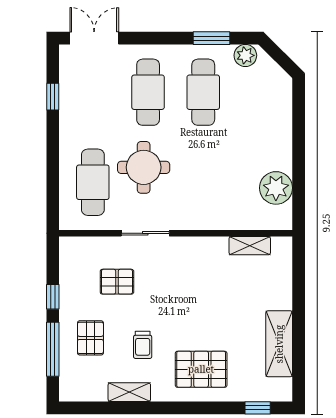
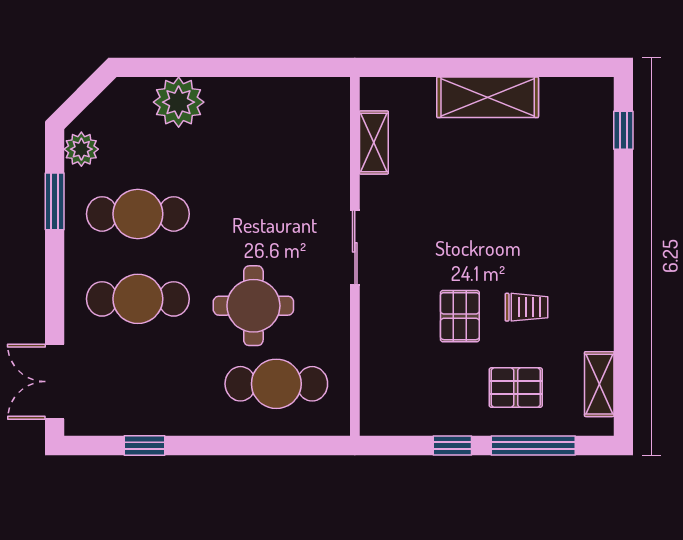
plant: (276, 188) -> (179, 102), moved
sliding door: (145, 233) -> (355, 247), moved
pallet: (117, 282) -> (460, 316), moved
shelving: (279, 344) -> (488, 97), moved
pallet: (201, 369) -> (564, 217), removed
shelving: (129, 392) -> (599, 384), moved

